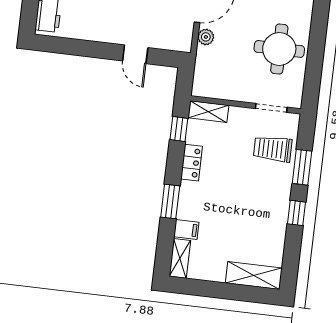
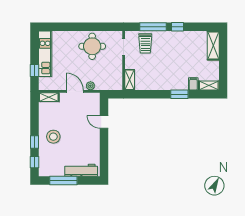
door: (135, 54) -> (104, 122), swing flipped
window: (179, 129) -> (141, 94), removed
locker: (192, 163) -> (158, 85), removed
window: (302, 167) -> (153, 27), width x1.44

